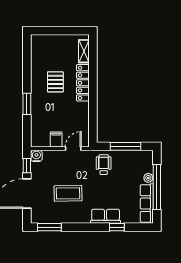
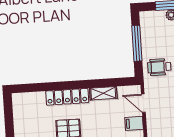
shelving: (84, 51) -> (103, 93), moved

